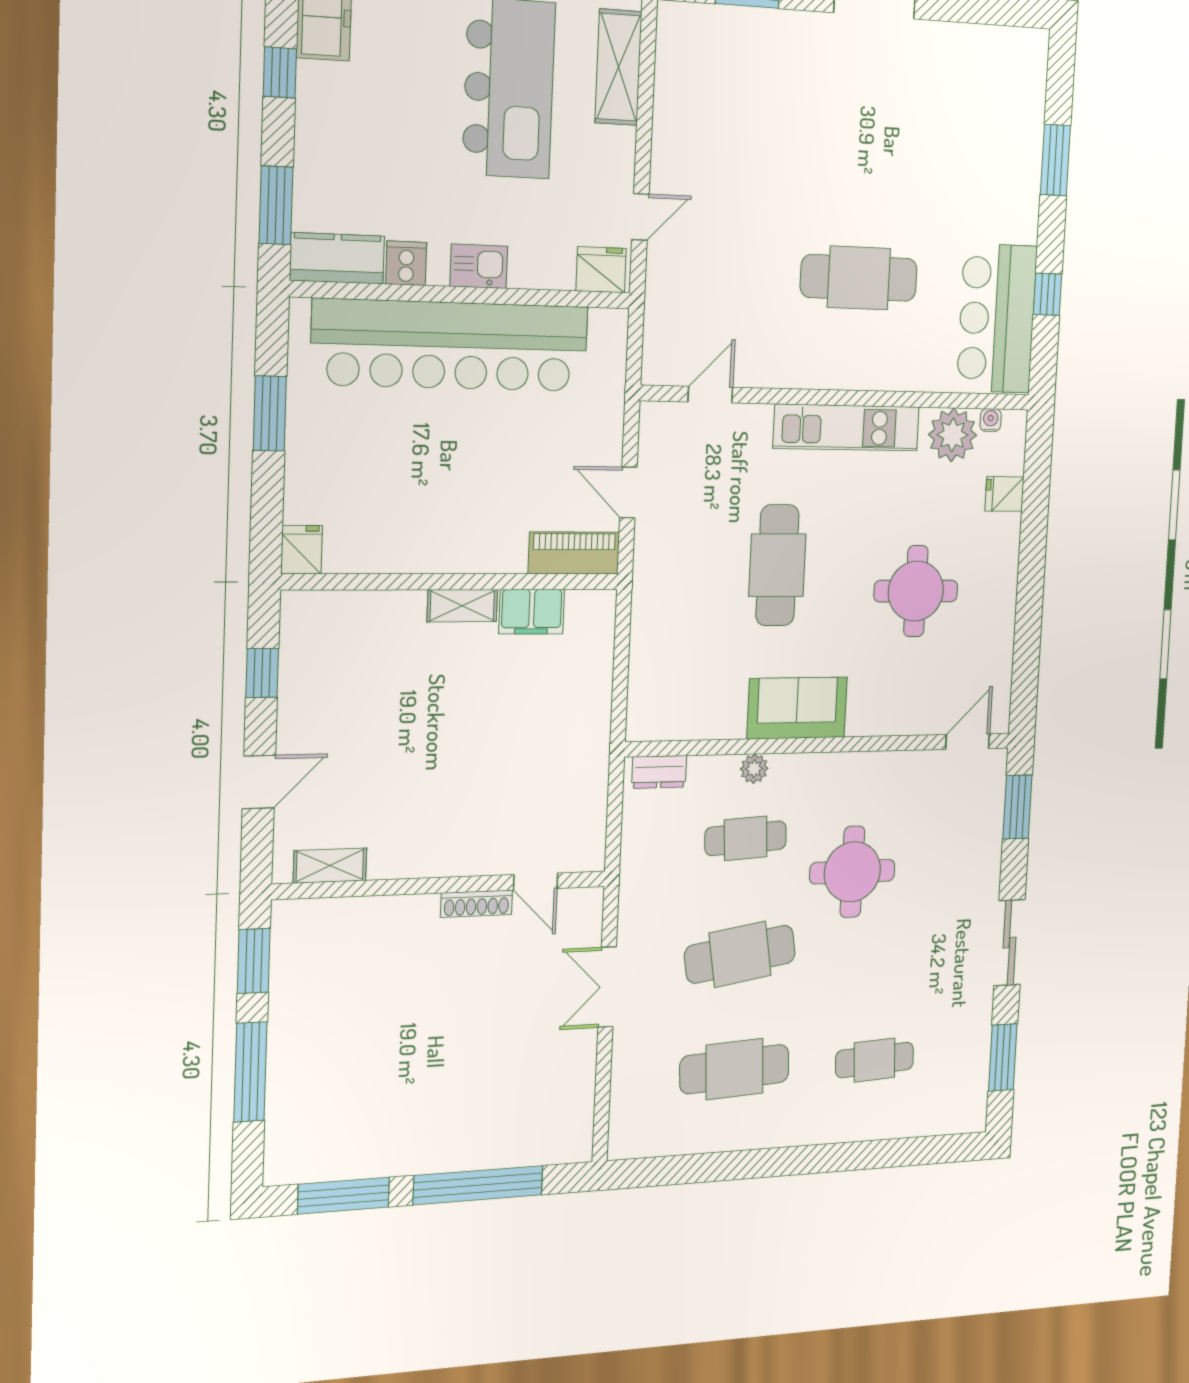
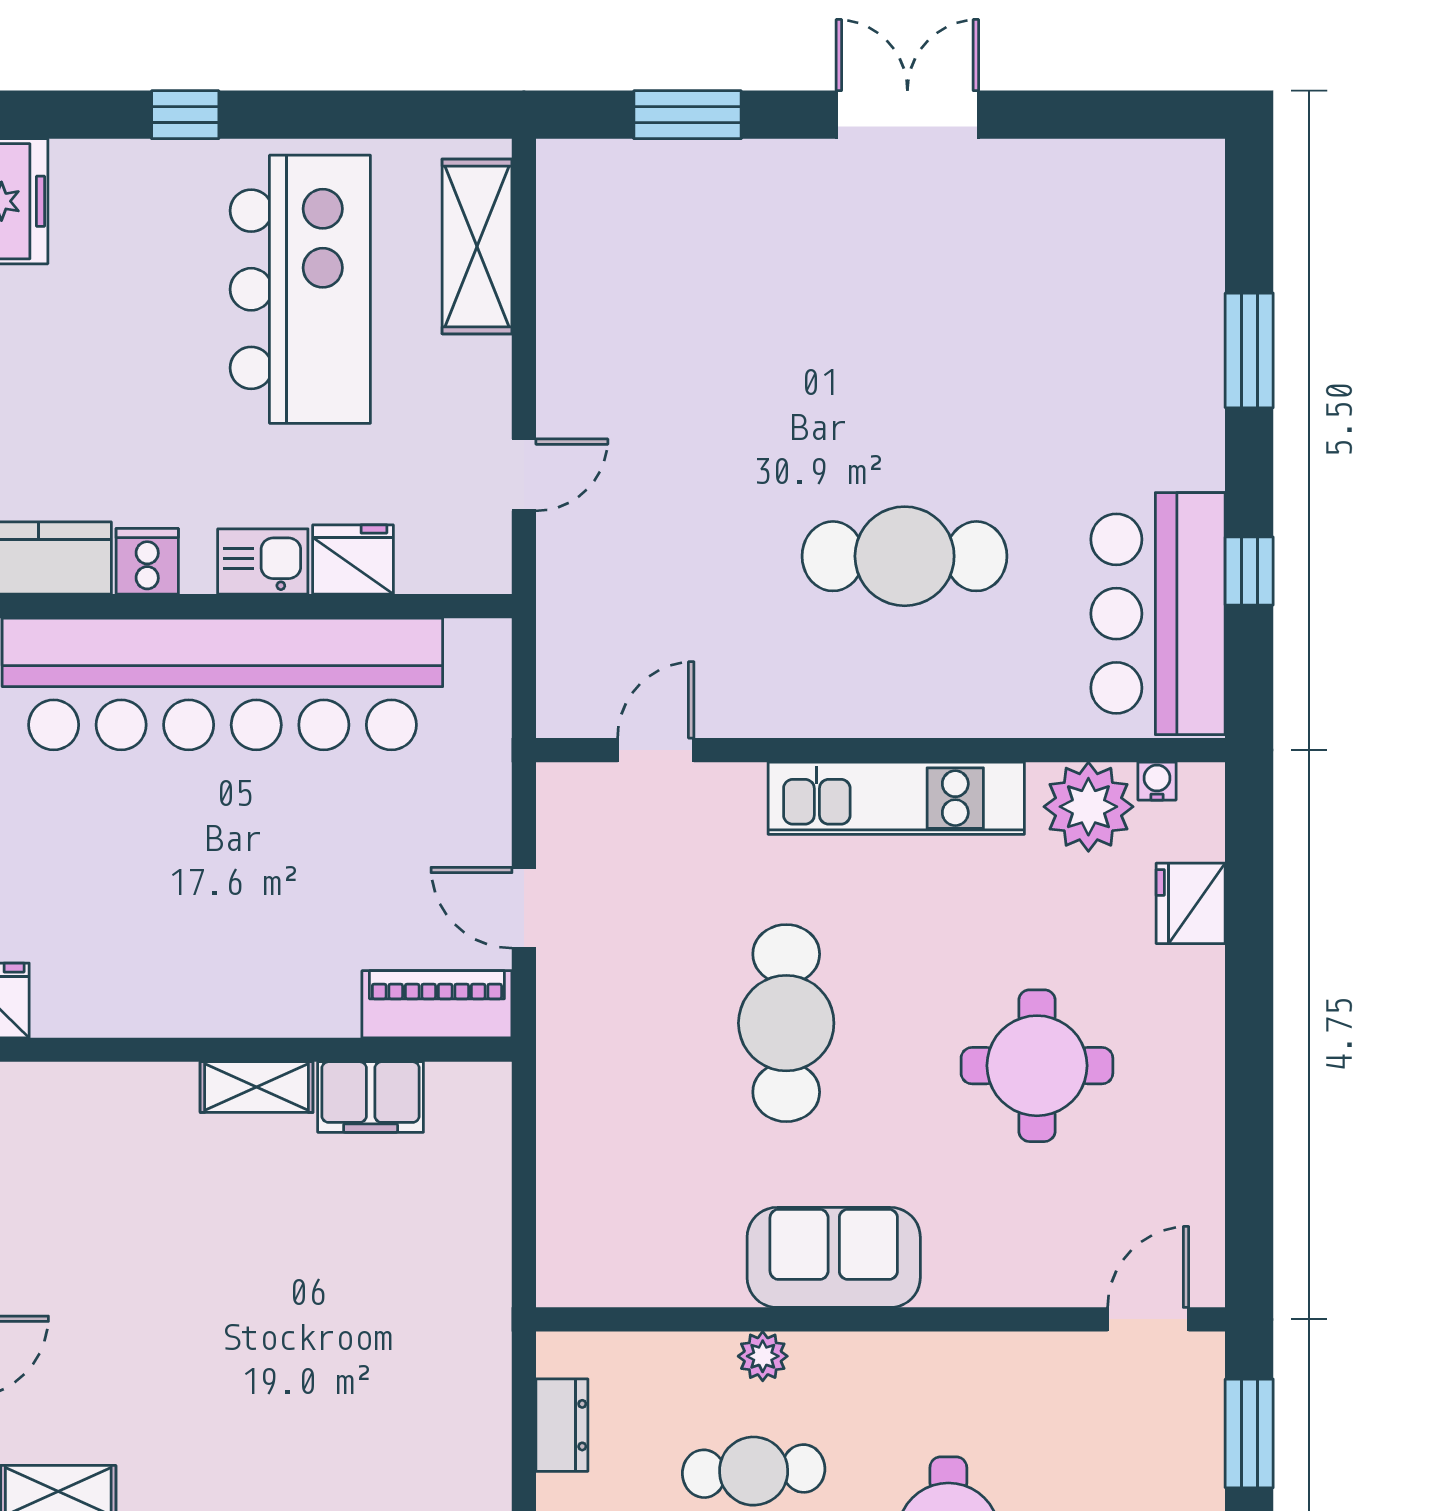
fridge: (601, 270) -> (353, 559), moved
fridge: (1005, 494) -> (1191, 903), width x1.38
dresser: (659, 772) -> (562, 1425), moved, turned -90

